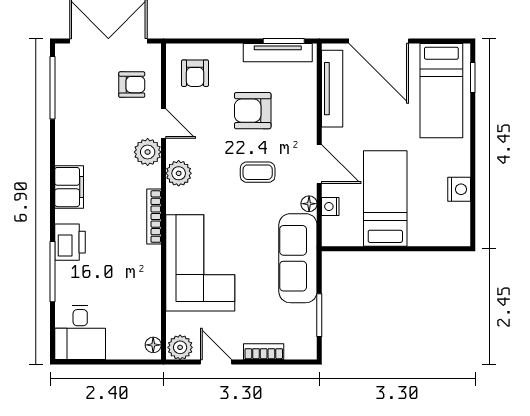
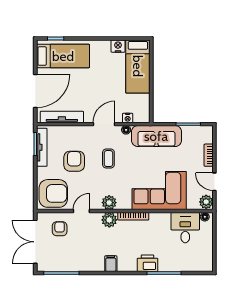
armchair: (195, 73) -> (53, 193), width x1.88, depth x1.88
armchair: (253, 111) -> (74, 161), turned 180
plant: (148, 152) -> (109, 220), moved
filing cabinet: (69, 187) -> (111, 264), width x0.50
bed: (385, 199) -> (138, 66), moved, turned -90
desk: (80, 332) -> (185, 228), moved, turned -90
door: (216, 362) -> (214, 182), hinge flipped

